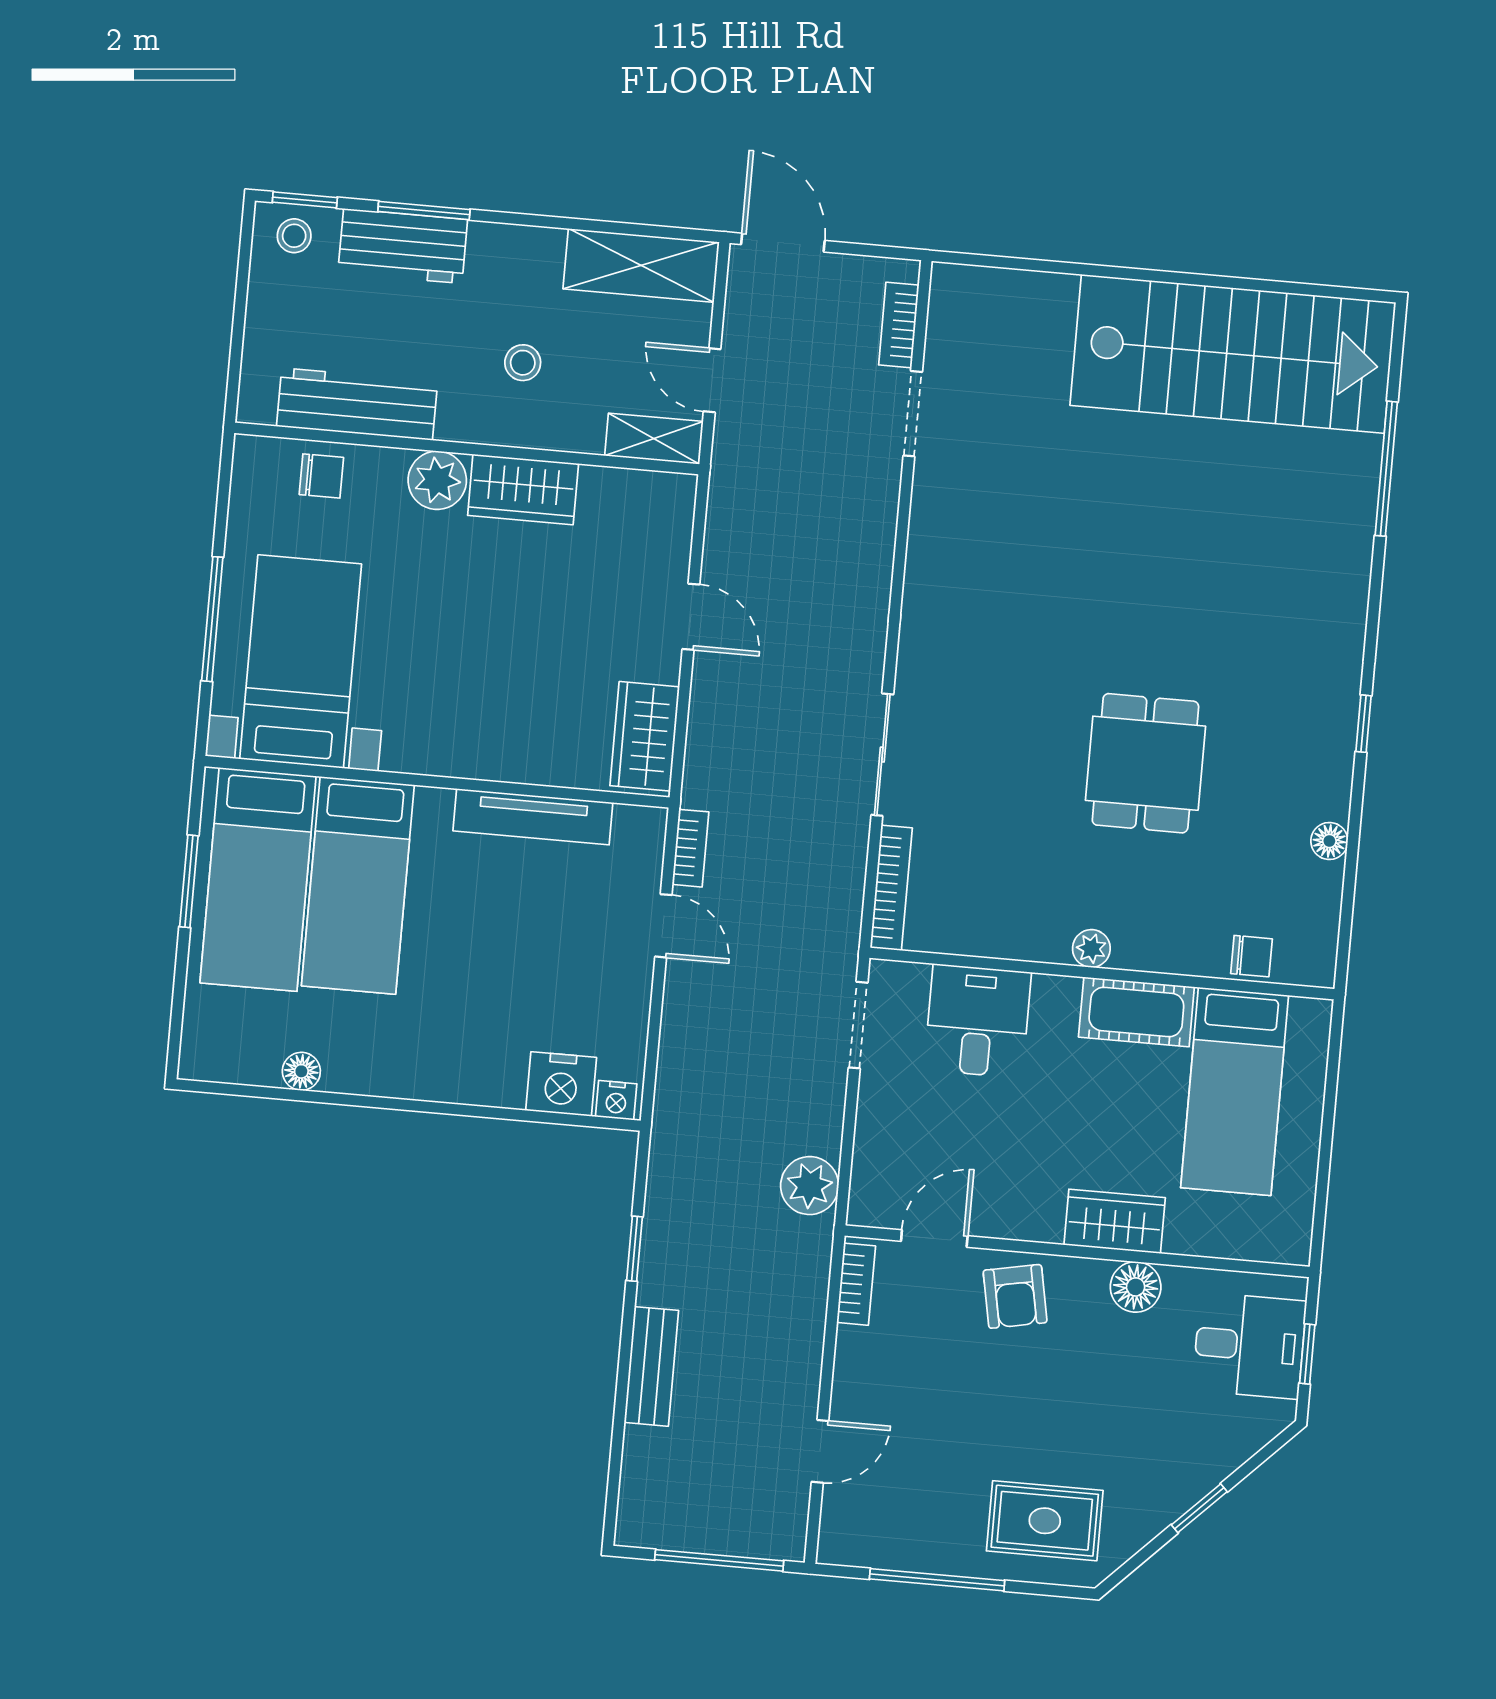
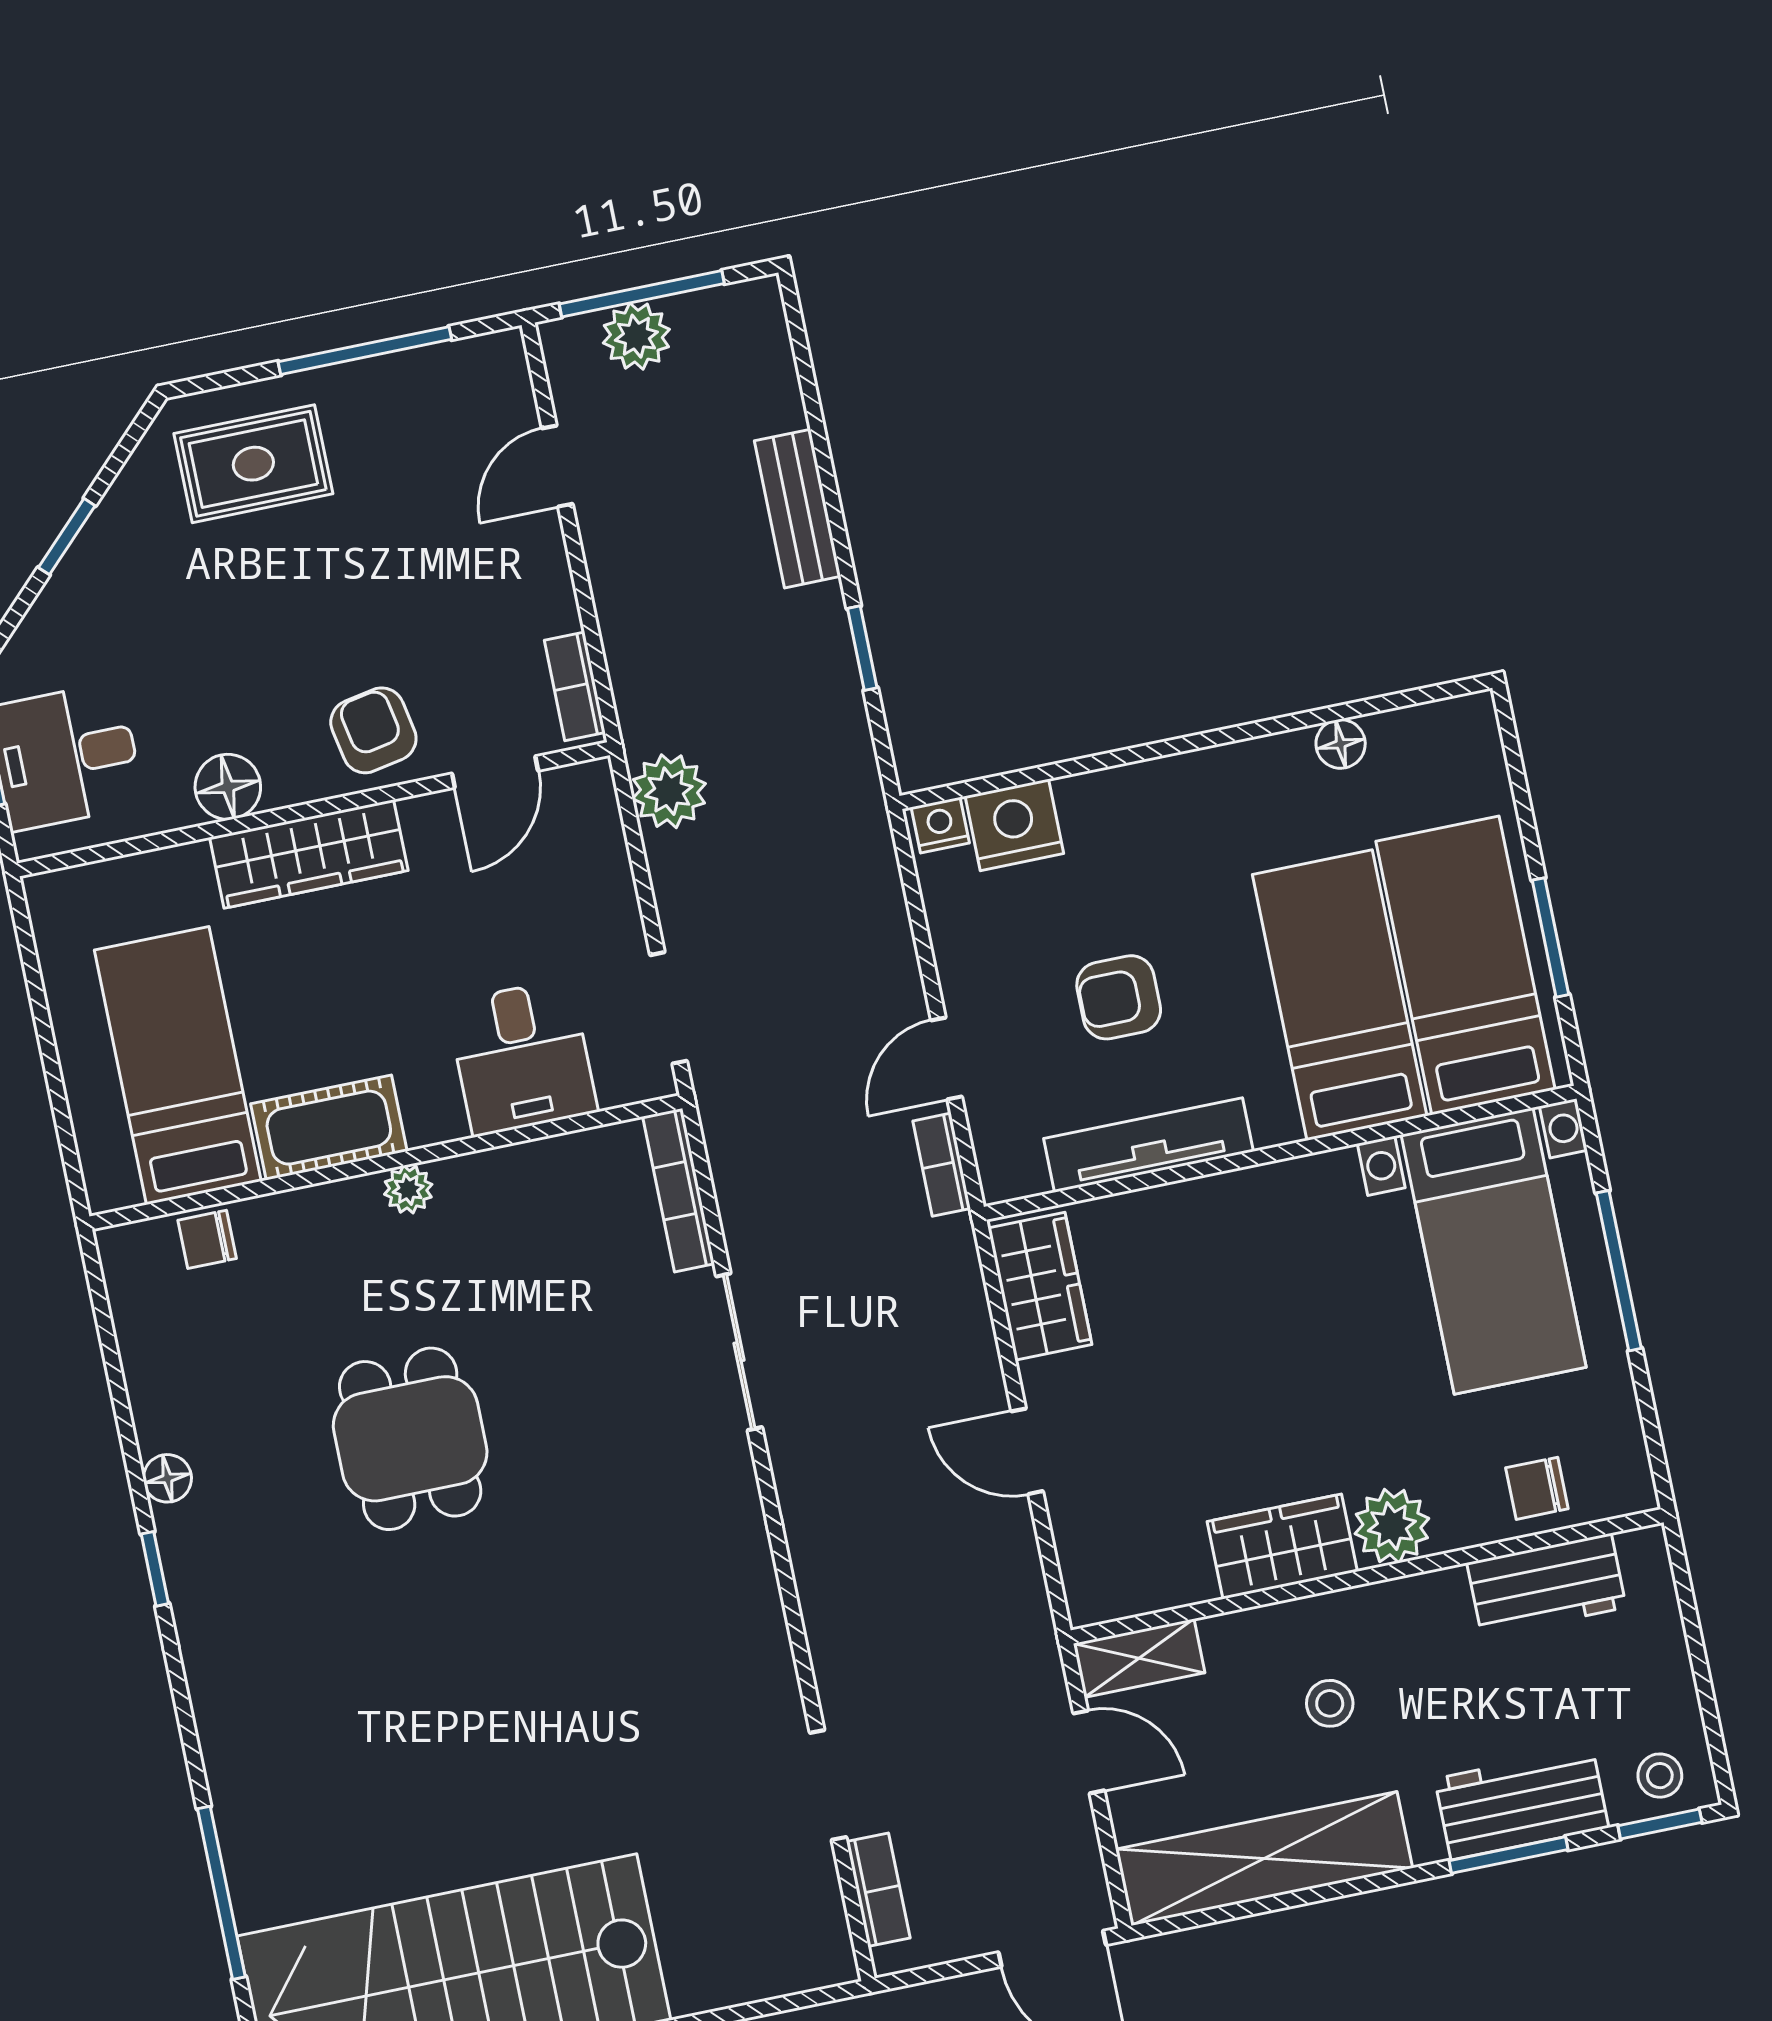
shelving: (641, 265) -> (1264, 1859), width x1.47
workbench: (357, 404) -> (1547, 1585), width x0.73
floor lamp: (1329, 841) -> (167, 1478), moved
door: (663, 926) -> (946, 1058), hinge flipped
armchair: (522, 933) -> (1119, 997), added
wardrobe: (1115, 1221) -> (309, 854), width x1.50
plant: (733, 1530) -> (636, 336), added

